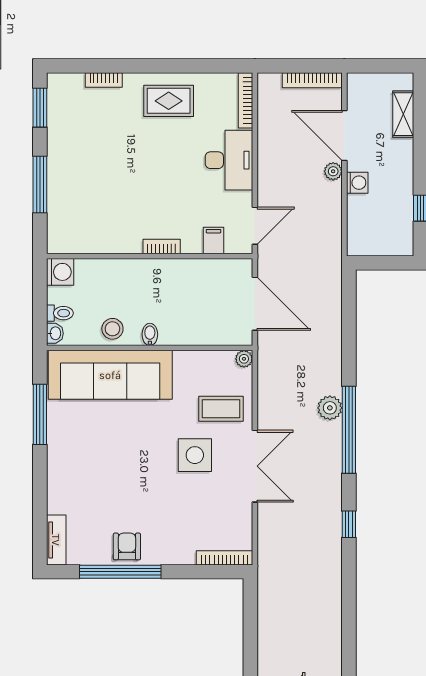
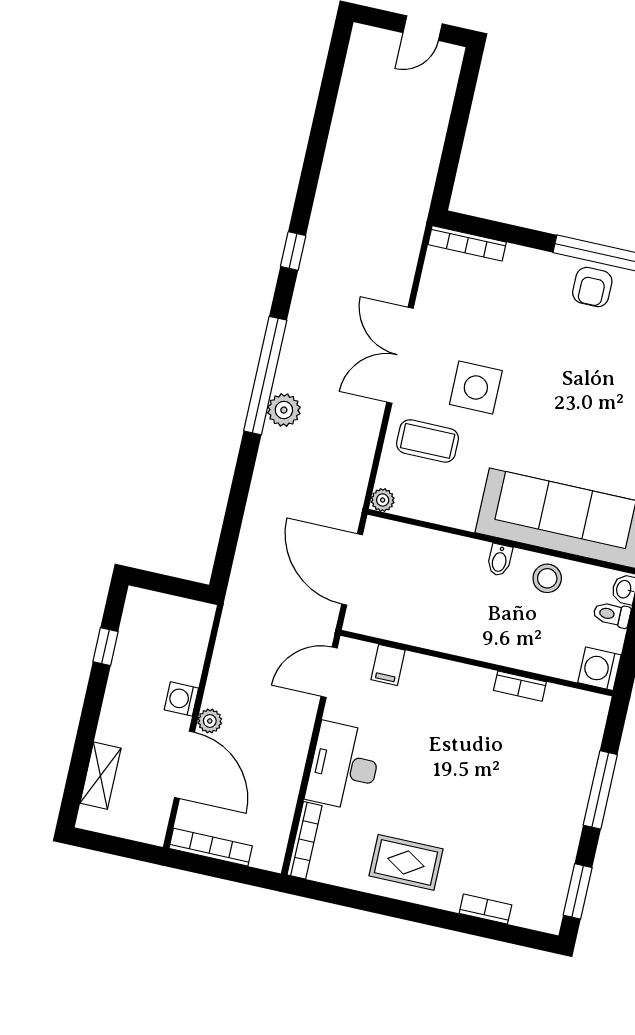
bookcase: (162, 247) -> (520, 686), moved

